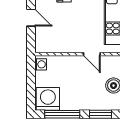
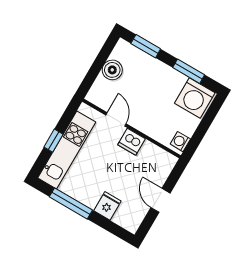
dishwasher: (73, 45) -> (132, 142), added
window: (62, 114) -> (189, 71), width x0.69

